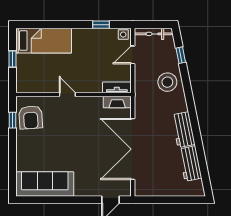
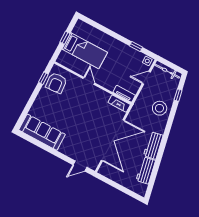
bed: (44, 41) -> (85, 51), moved
double door: (133, 149) -> (113, 140), swing flipped

